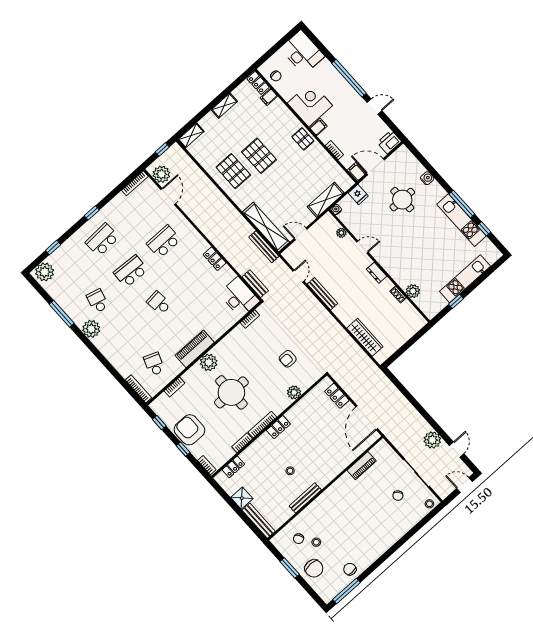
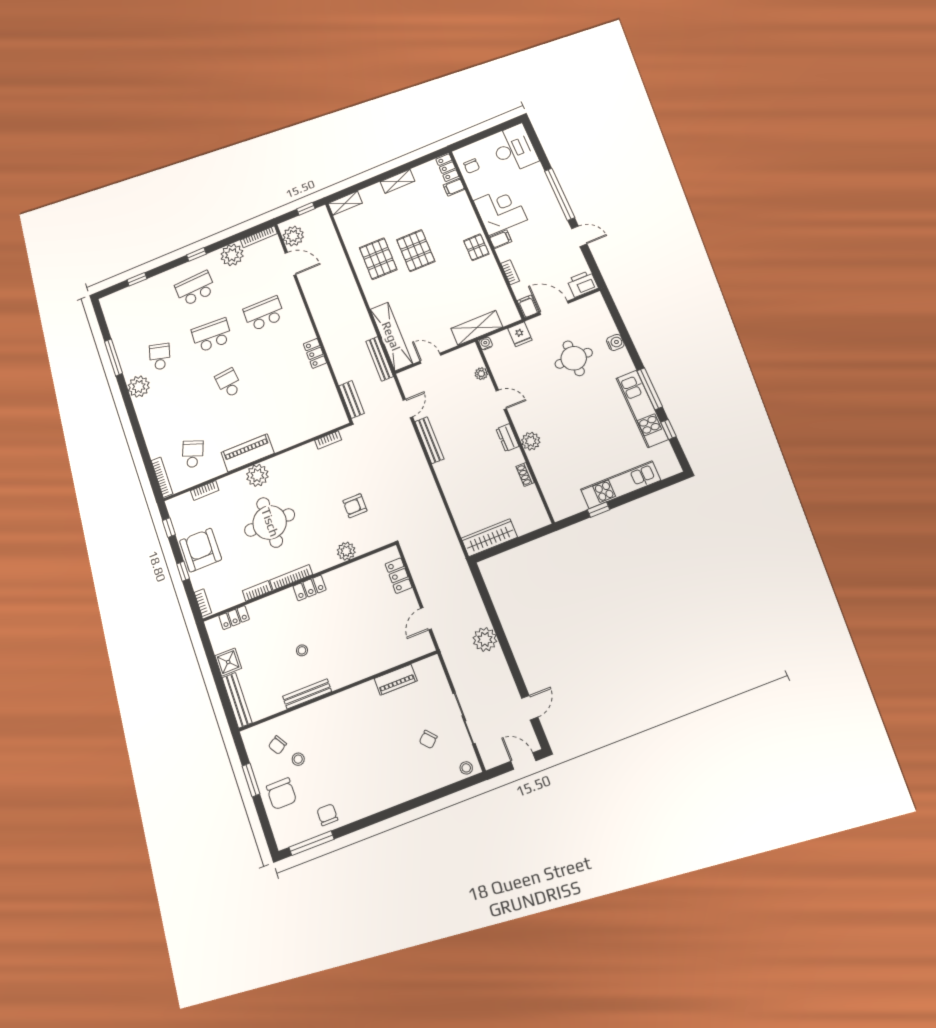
door: (168, 197) -> (291, 264), hinge flipped
plant: (45, 272) -> (232, 255), moved
plant: (413, 291) -> (531, 441), moved
desk: (239, 297) -> (326, 409), removed
wardrobe: (365, 337) -> (489, 538), moved, turned -90
door: (367, 418) -> (426, 619), width x0.53
plant: (432, 440) -> (485, 639), moved

